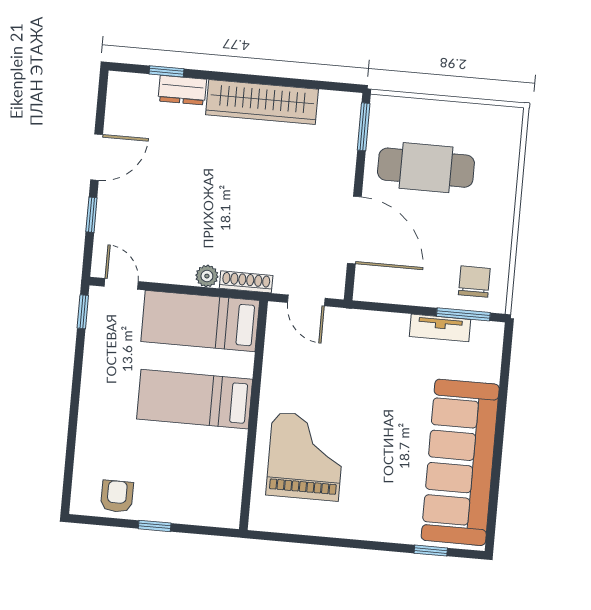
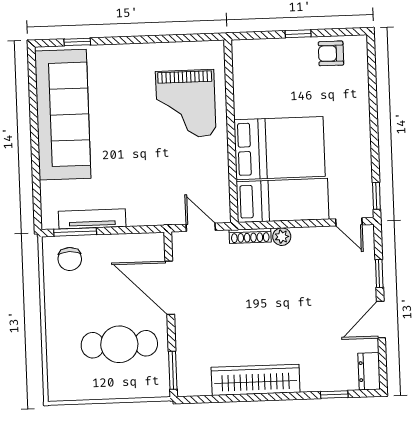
dresser: (182, 90) -> (369, 371), moved, turned -90
tv unit: (440, 328) -> (92, 219), width x1.41
bed: (195, 399) -> (280, 148), width x1.50
armchair: (117, 496) -> (331, 53), turned 90

